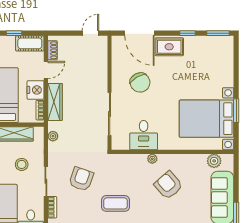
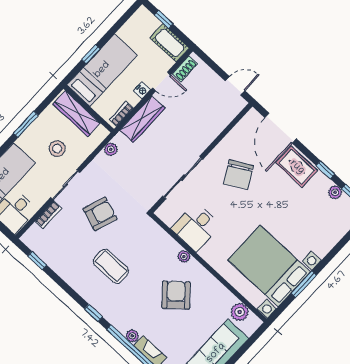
plant: (205, 41) -> (335, 192), added
nightstand: (36, 90) -> (142, 90), width x0.53, depth x0.56

